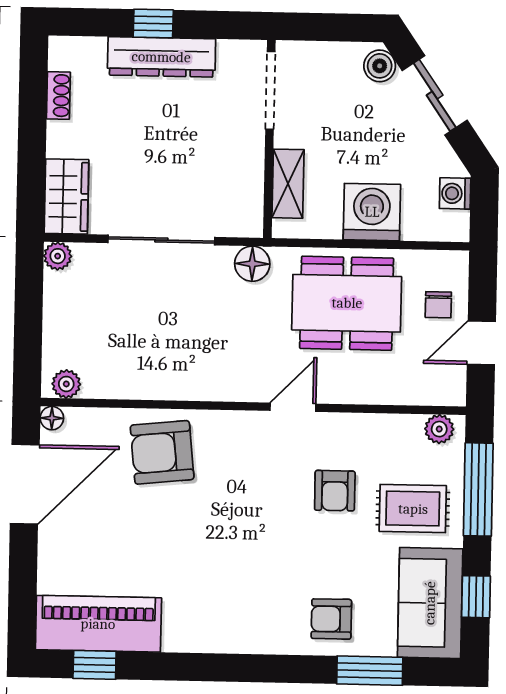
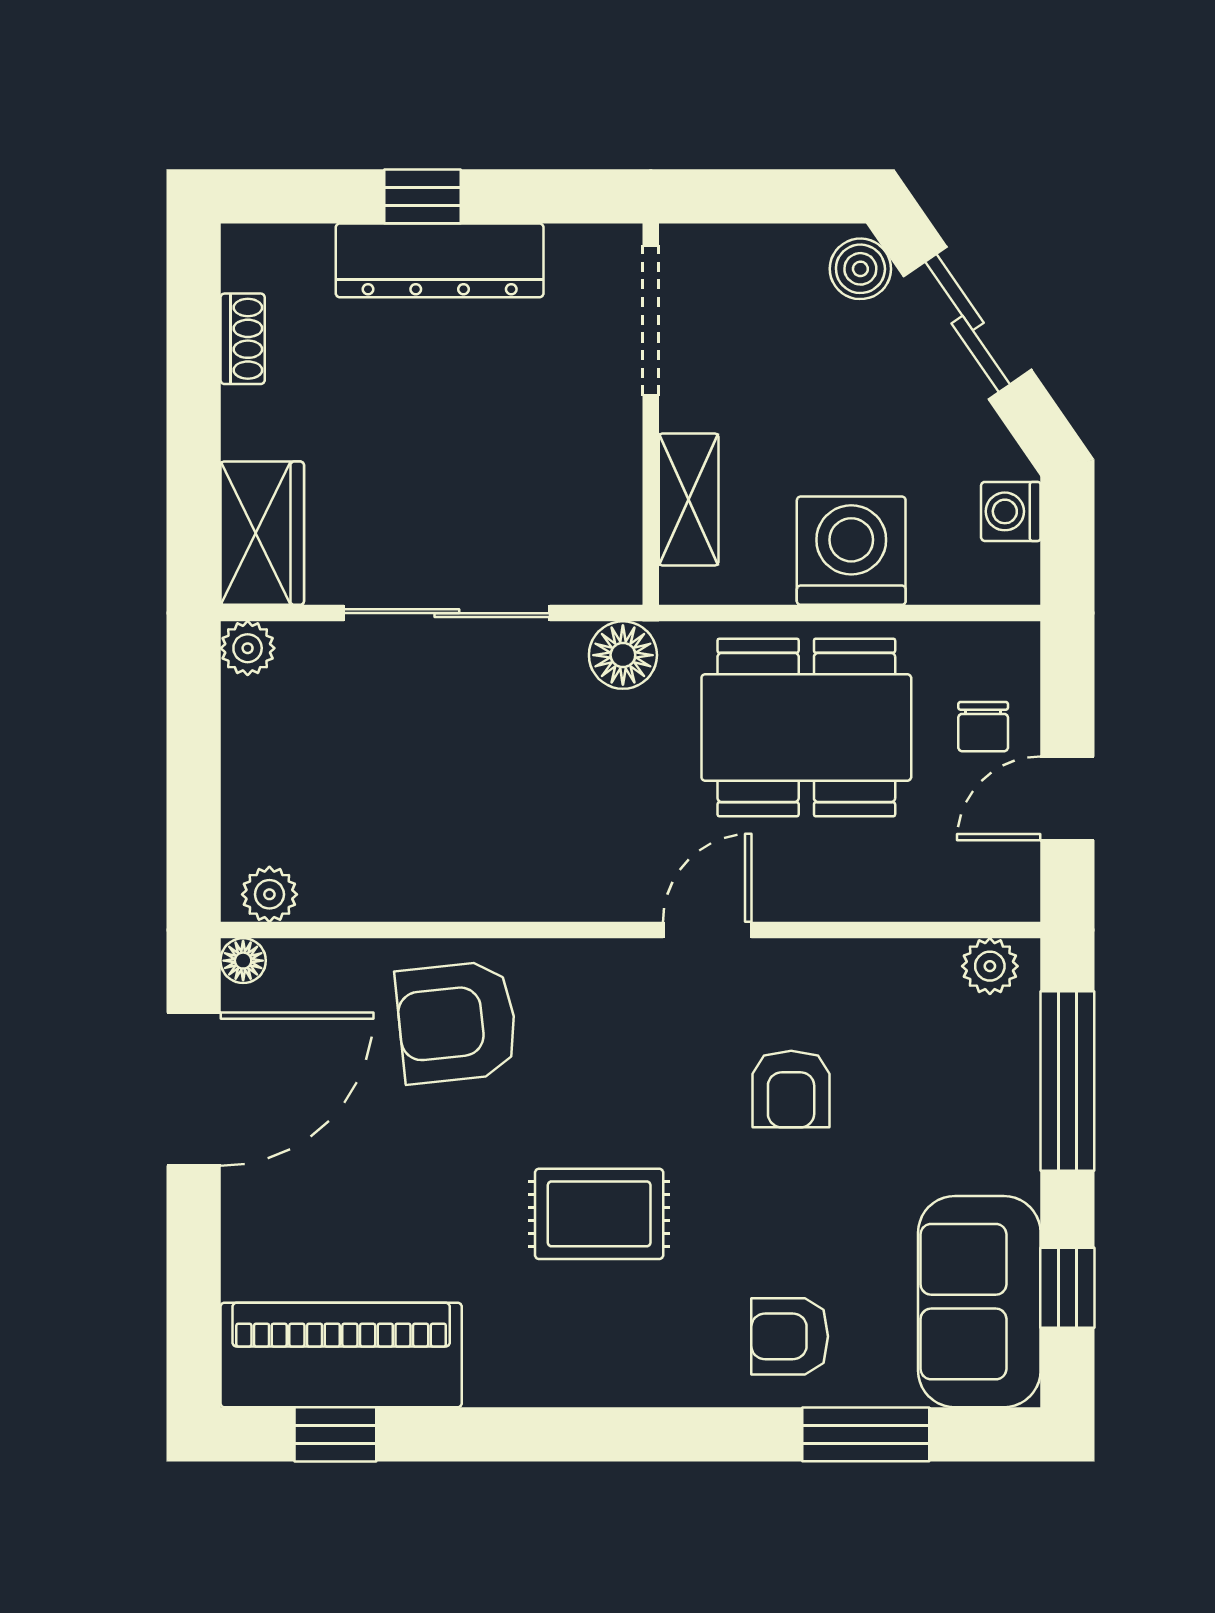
rug: (413, 509) -> (599, 1214), moved

